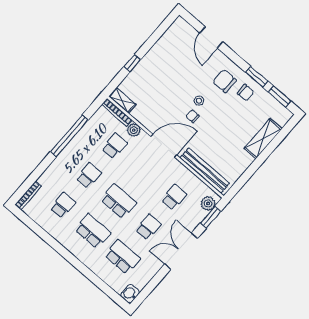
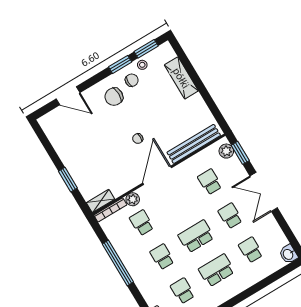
window: (132, 63) -> (68, 180), width x1.50
stool: (199, 101) -> (142, 65), moved
school desk: (122, 257) -> (251, 250), width x0.54

